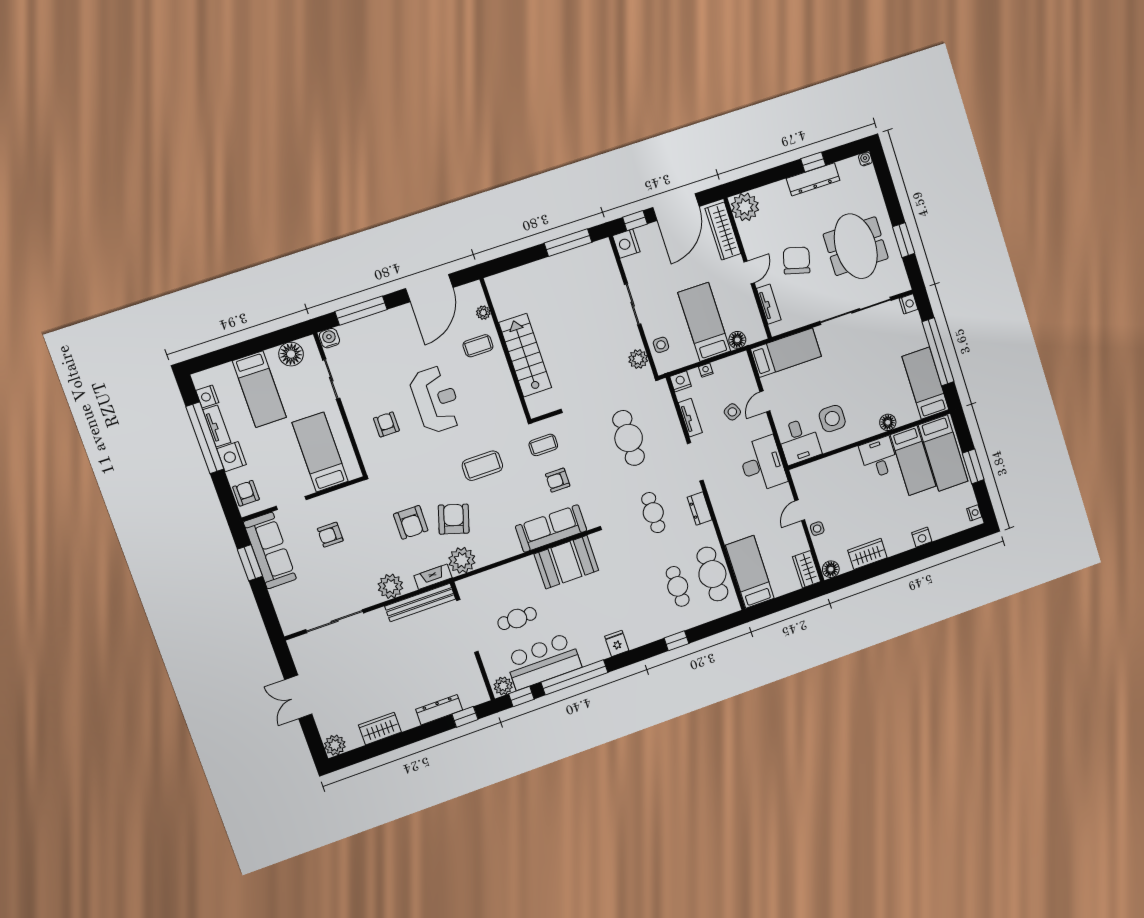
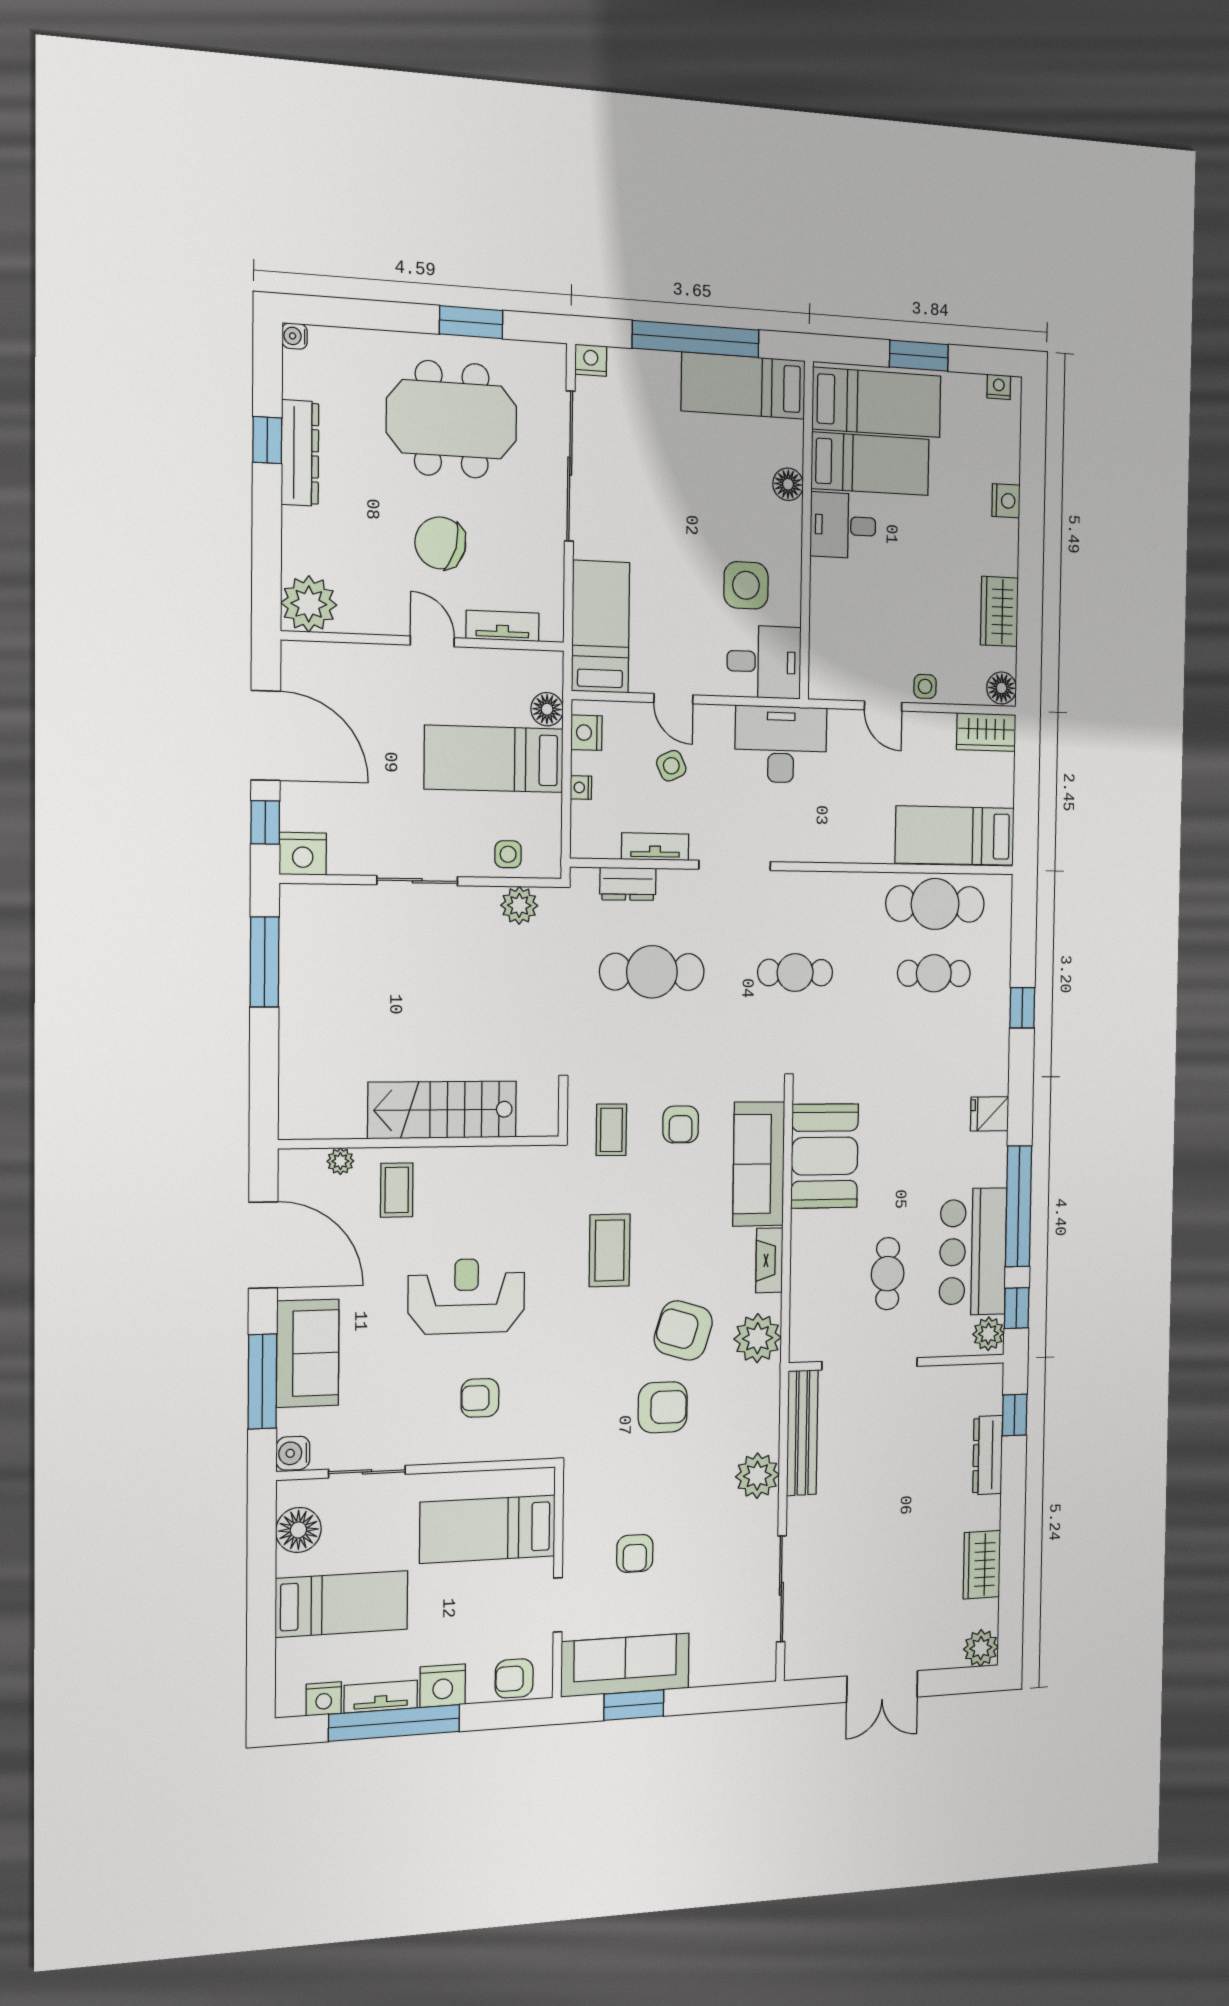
wardrobe: (723, 231) -> (340, 663), removed
sofa: (382, 329) -> (308, 1353), added
nightstand: (681, 381) -> (586, 733), moved
dresser: (700, 509) -> (628, 884), moved
fireplace: (433, 577) -> (769, 1260), moved

